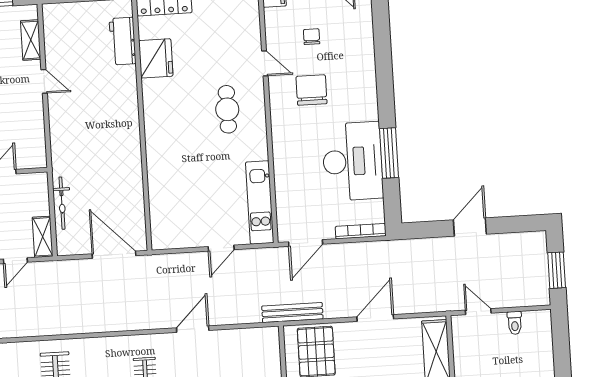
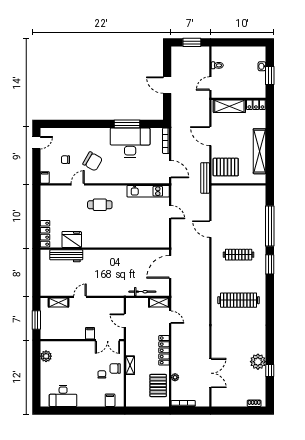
workbench: (123, 41) -> (66, 256), width x1.37
chair: (311, 90) -> (93, 161), turned -150

